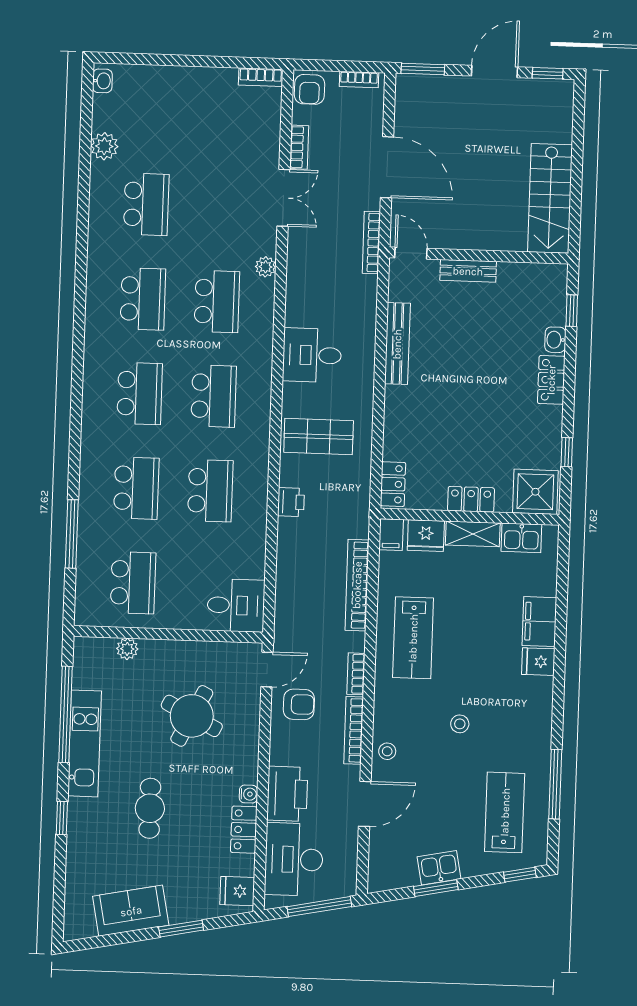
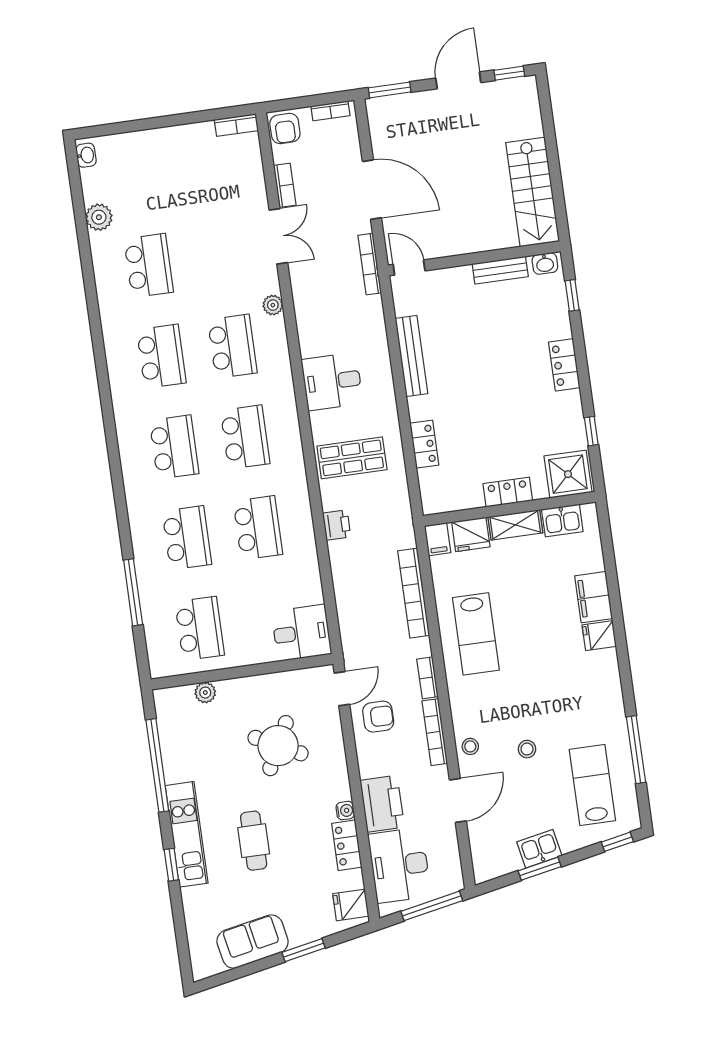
bench: (468, 271) -> (500, 270), moved
washbasin: (555, 340) -> (545, 264), moved, turned -90
locker: (393, 484) -> (424, 444), moved
stool: (460, 724) -> (527, 749), moved
kitchen unit: (85, 743) -> (187, 834), moved

